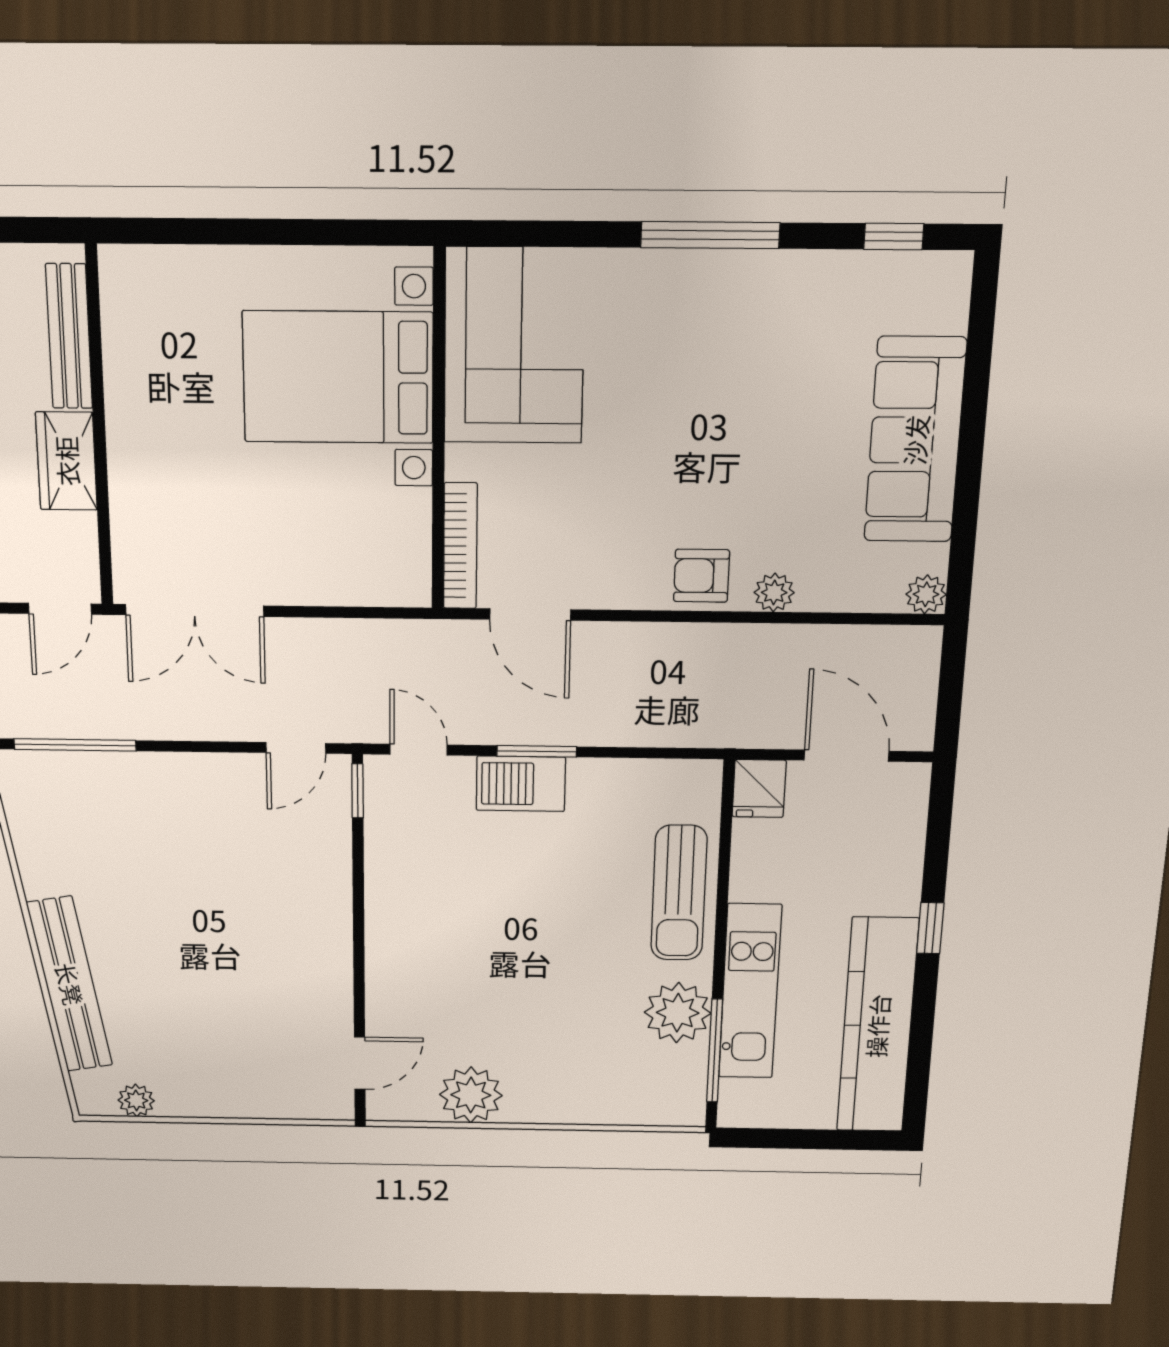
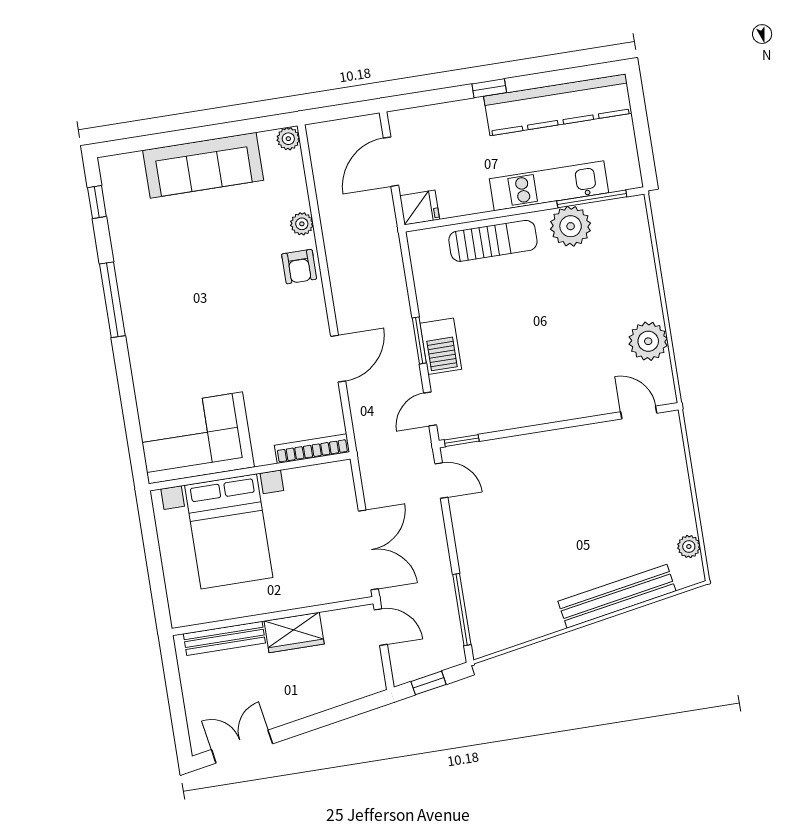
corner sofa: (514, 346) -> (196, 438), moved
bed with nightstands: (338, 377) -> (229, 531), moved
wall: (439, 432) -> (250, 471), moved
bookcase: (460, 546) -> (312, 449), moved

